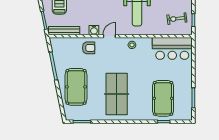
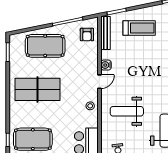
door: (109, 36) -> (99, 82), hinge flipped
armchair: (89, 48) -> (87, 35), moved

